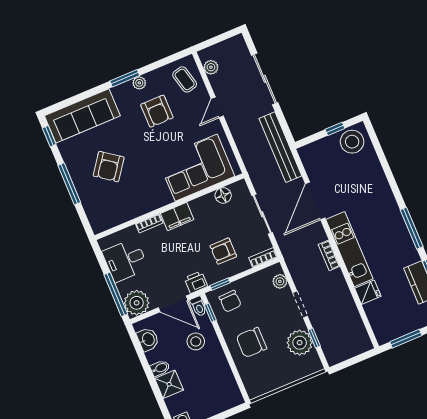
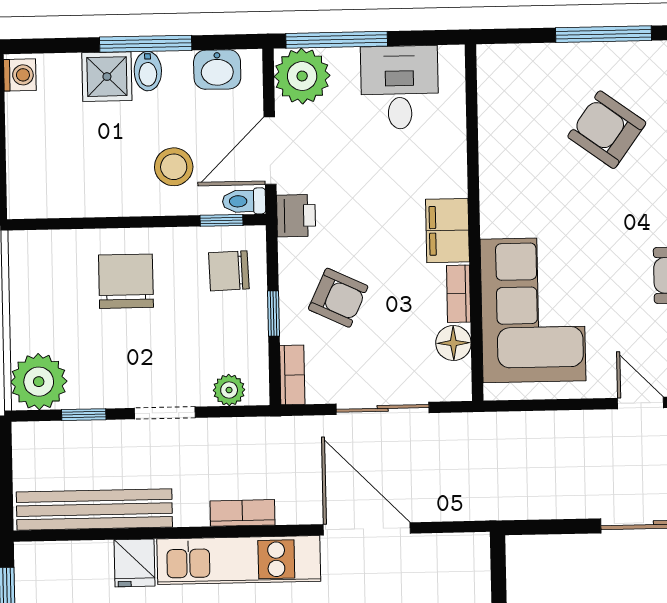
bench: (280, 147) -> (94, 510), moved
bookcase: (149, 223) -> (459, 294), moved
armchair: (223, 251) -> (338, 298), turned 115
window: (220, 284) -> (273, 313), moved
plant: (300, 343) -> (39, 382), moved
window: (149, 374) -> (146, 44), added

